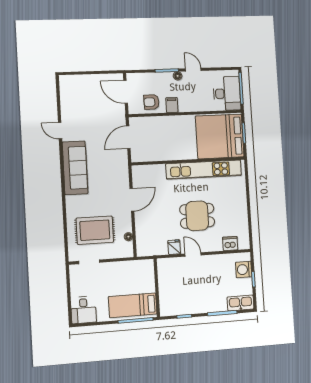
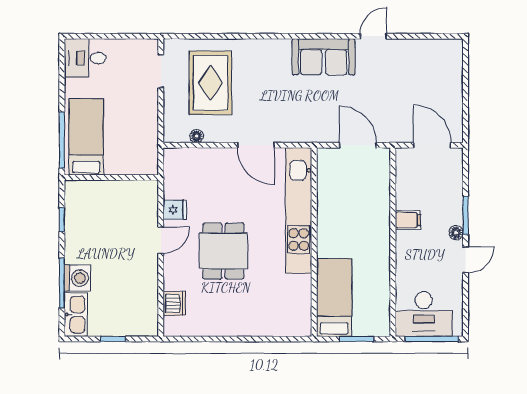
door: (126, 92) -> (432, 145), hinge flipped
armchair: (151, 102) -> (414, 187), removed
bed: (220, 136) -> (334, 297), width x0.49
sofa: (75, 168) -> (324, 57), width x0.73
kitchen unit: (204, 170) -> (299, 211), moved
washing machine: (244, 270) -> (77, 278), moved, turned 90

